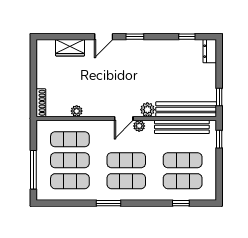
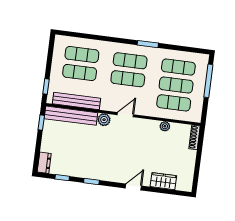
window: (135, 37) -> (91, 181), moved
plant: (139, 126) -> (113, 107), removed
window: (181, 203) -> (86, 36), removed

